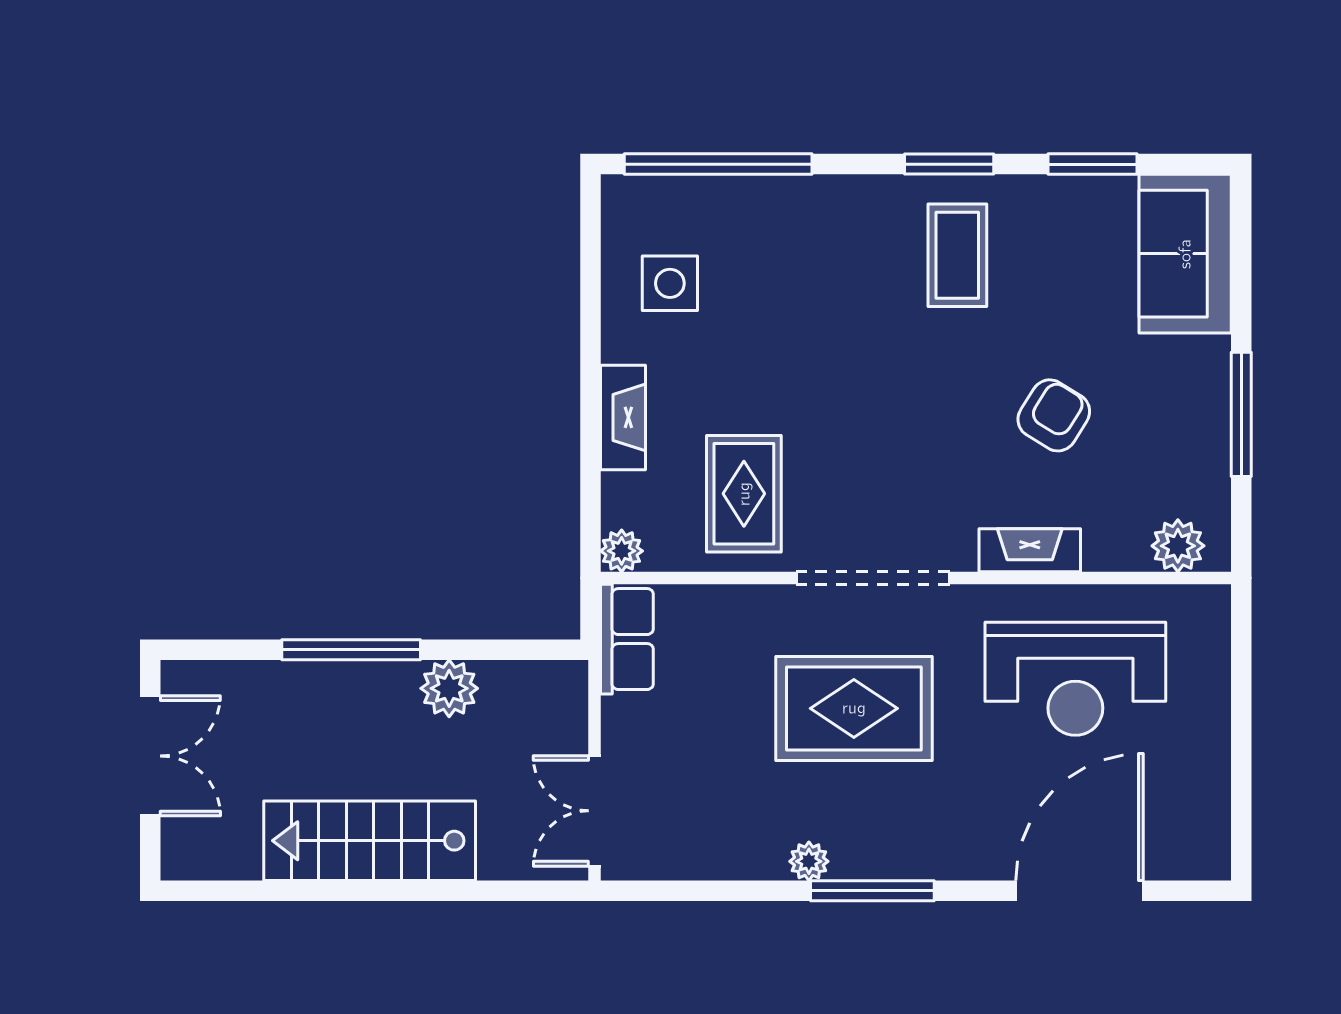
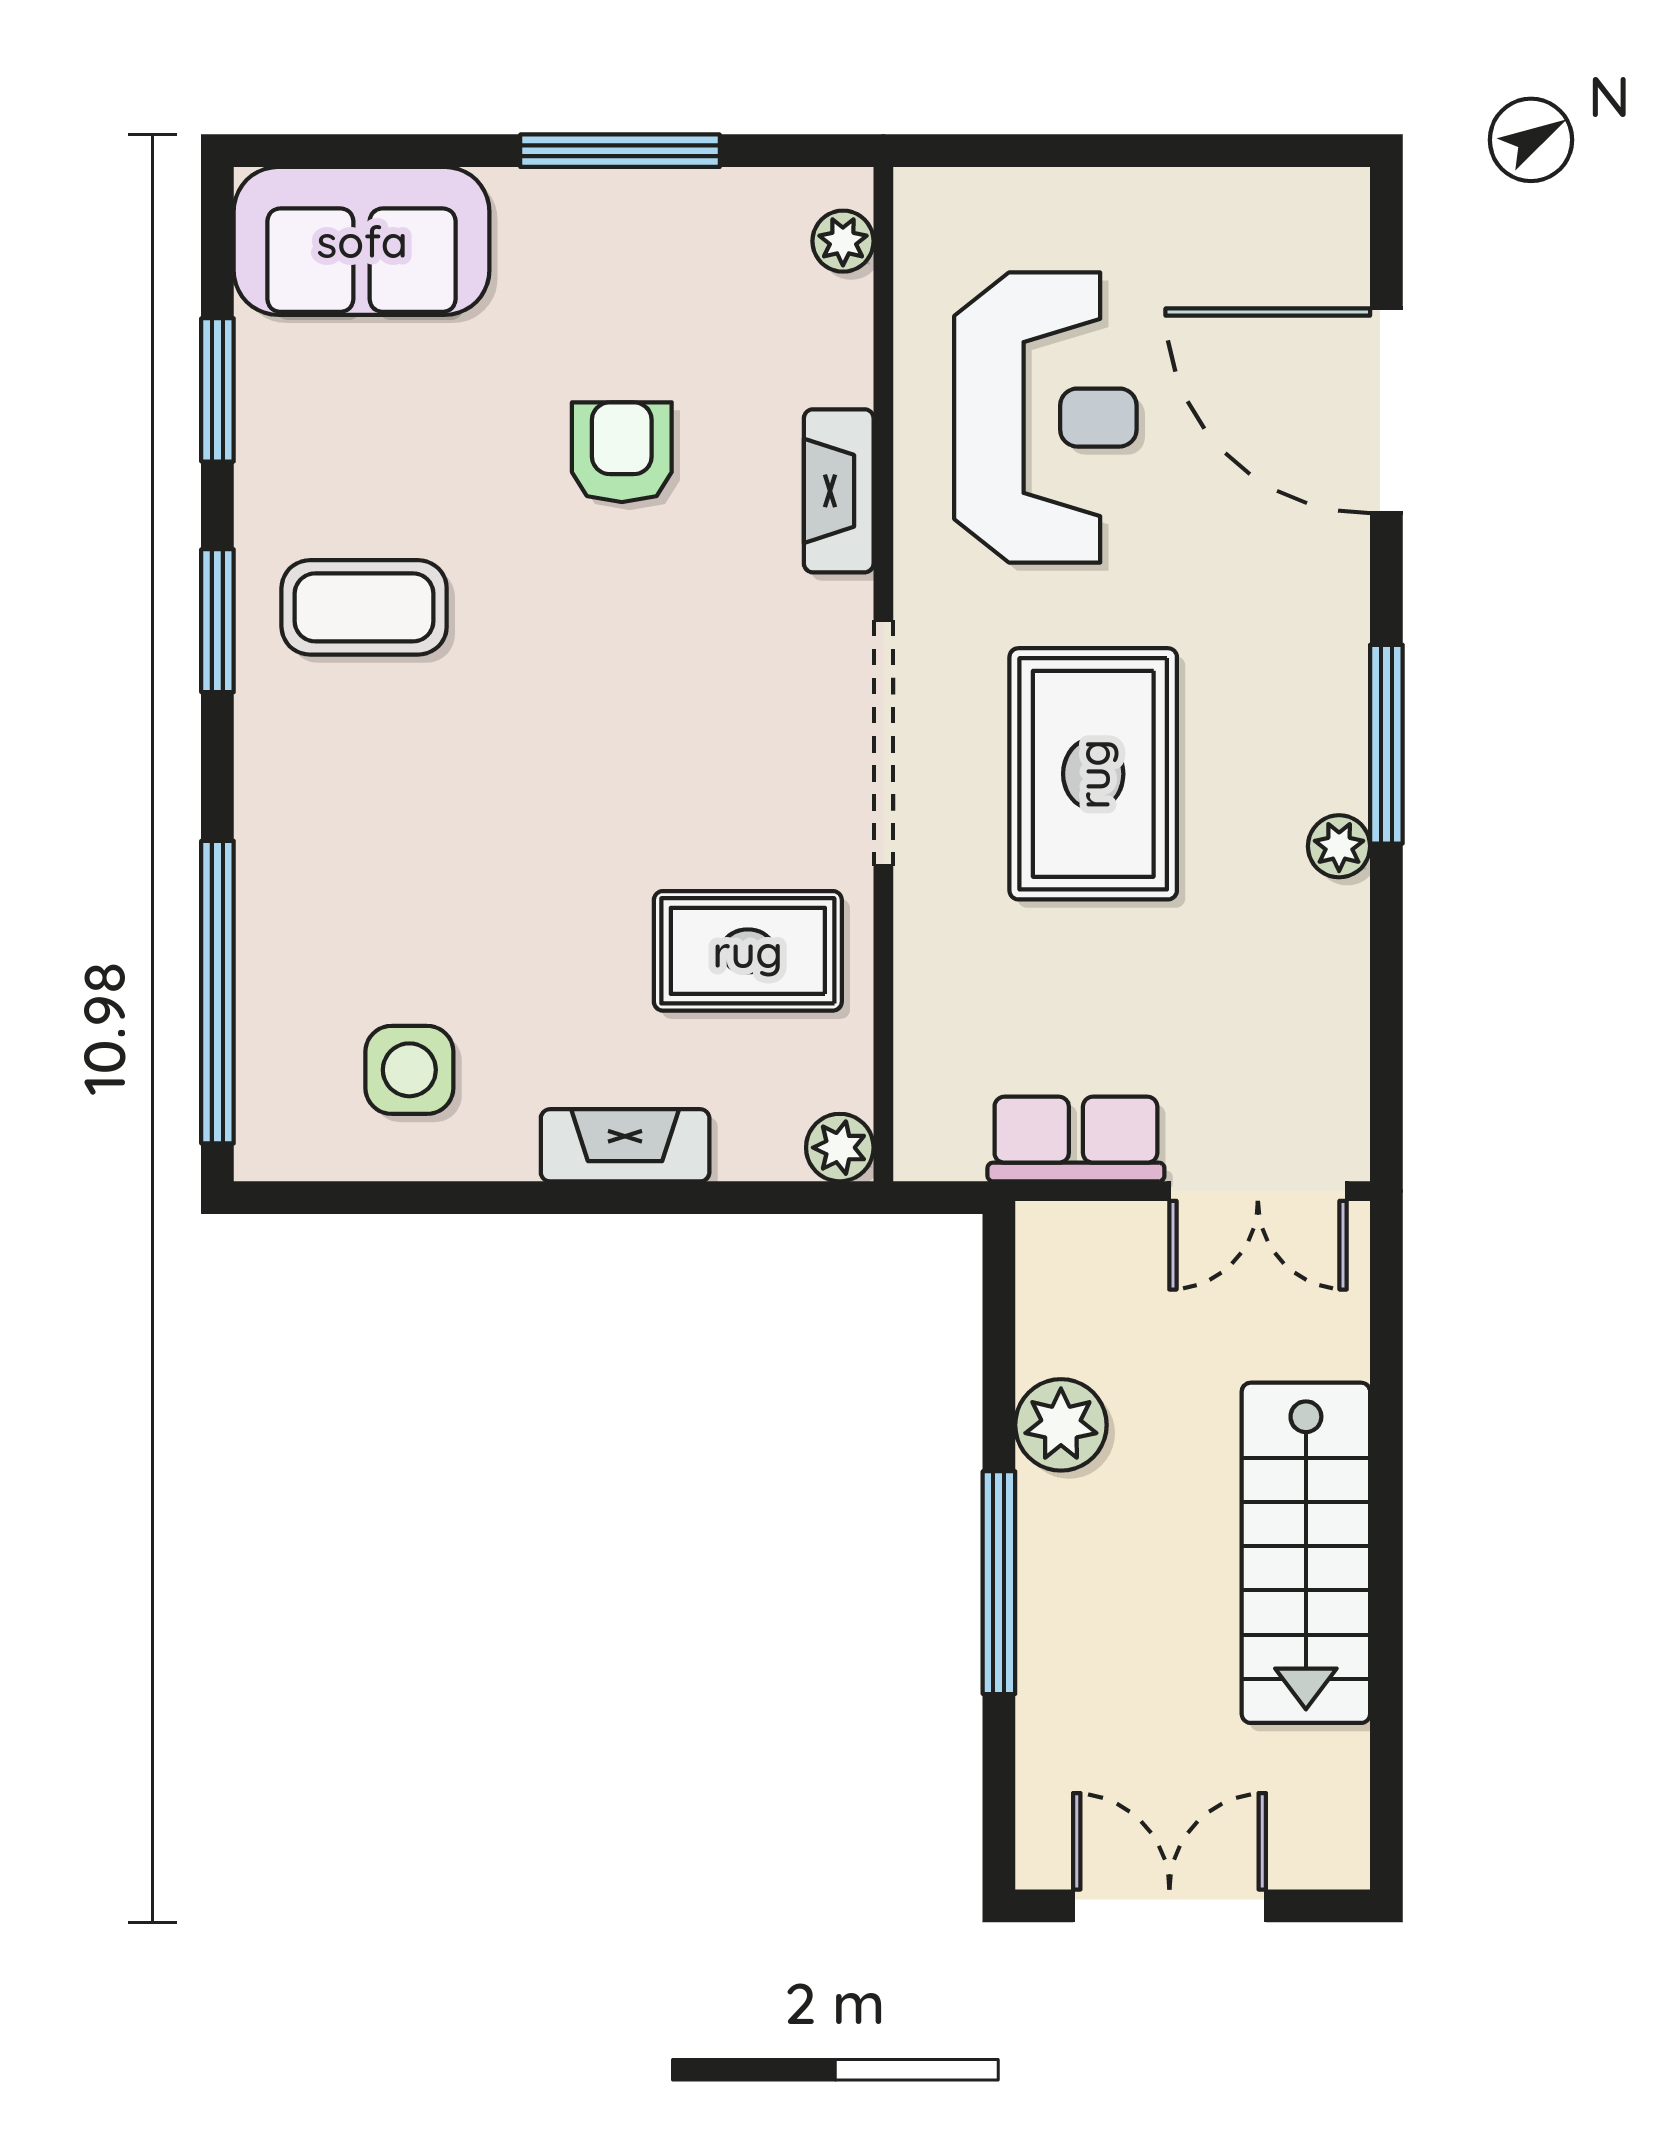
armchair: (1054, 415) -> (622, 452), turned 58
plant: (1178, 546) -> (843, 241), width x0.73, depth x0.73
row of seats: (627, 639) -> (1076, 1139), moved

